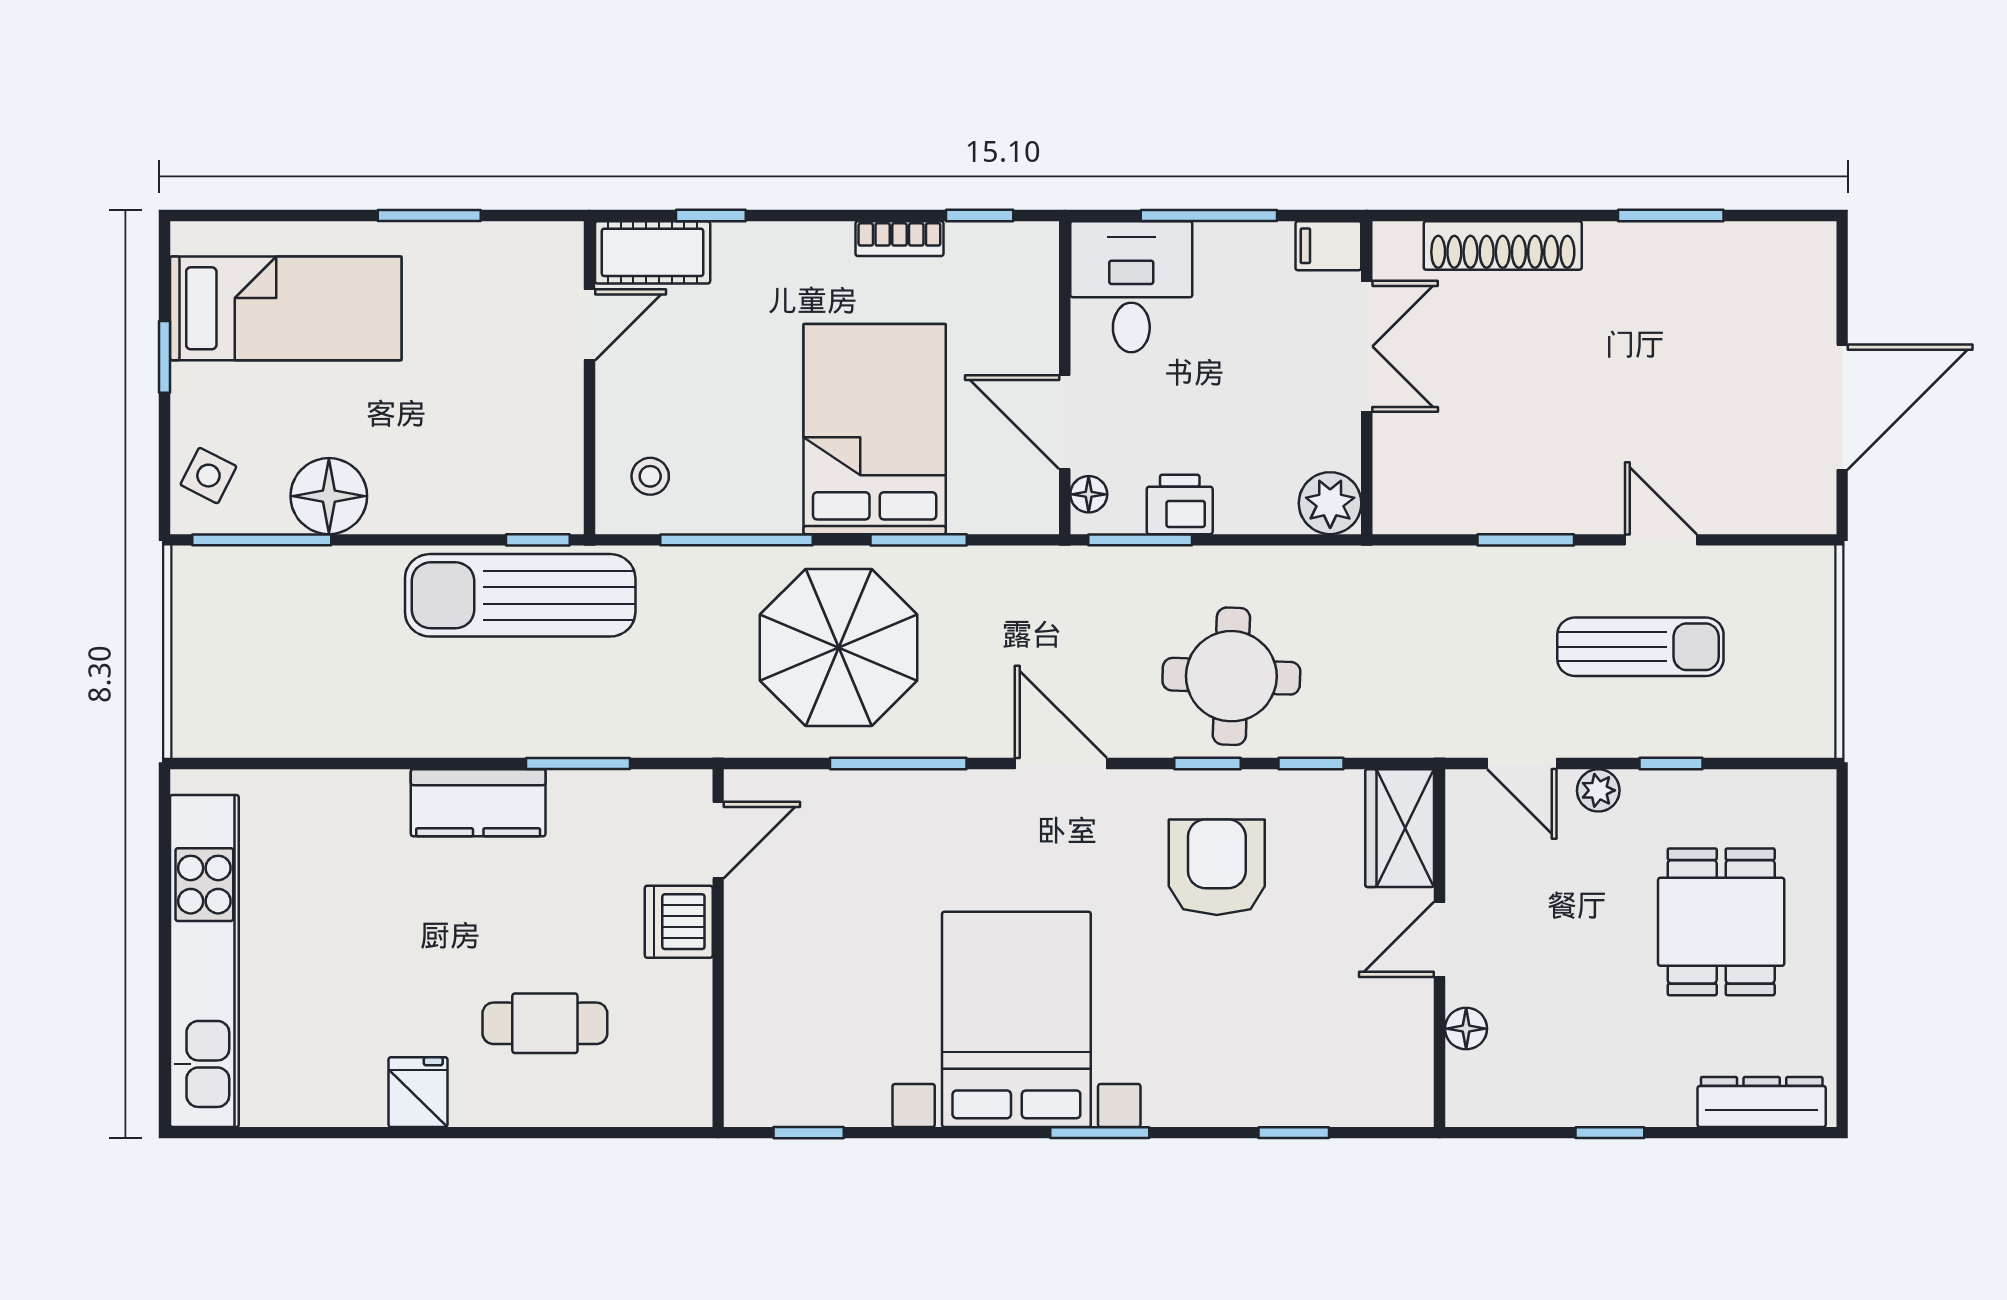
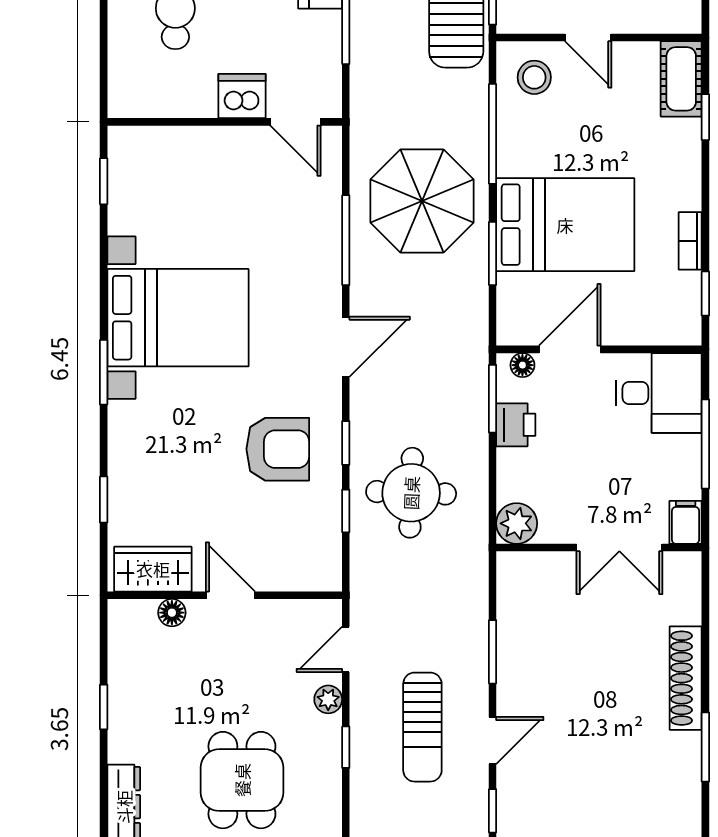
shoe rack: (1503, 245) -> (686, 678), moved
door: (589, 325) -> (588, 38), moved
stool: (650, 476) -> (534, 77), width x1.37, depth x1.37
window: (1768, 540) -> (493, 811), added
round table: (1231, 676) -> (411, 493), moved
wardrobe: (1400, 828) -> (153, 569), moved
dining table: (1721, 922) -> (242, 780), turned 90

